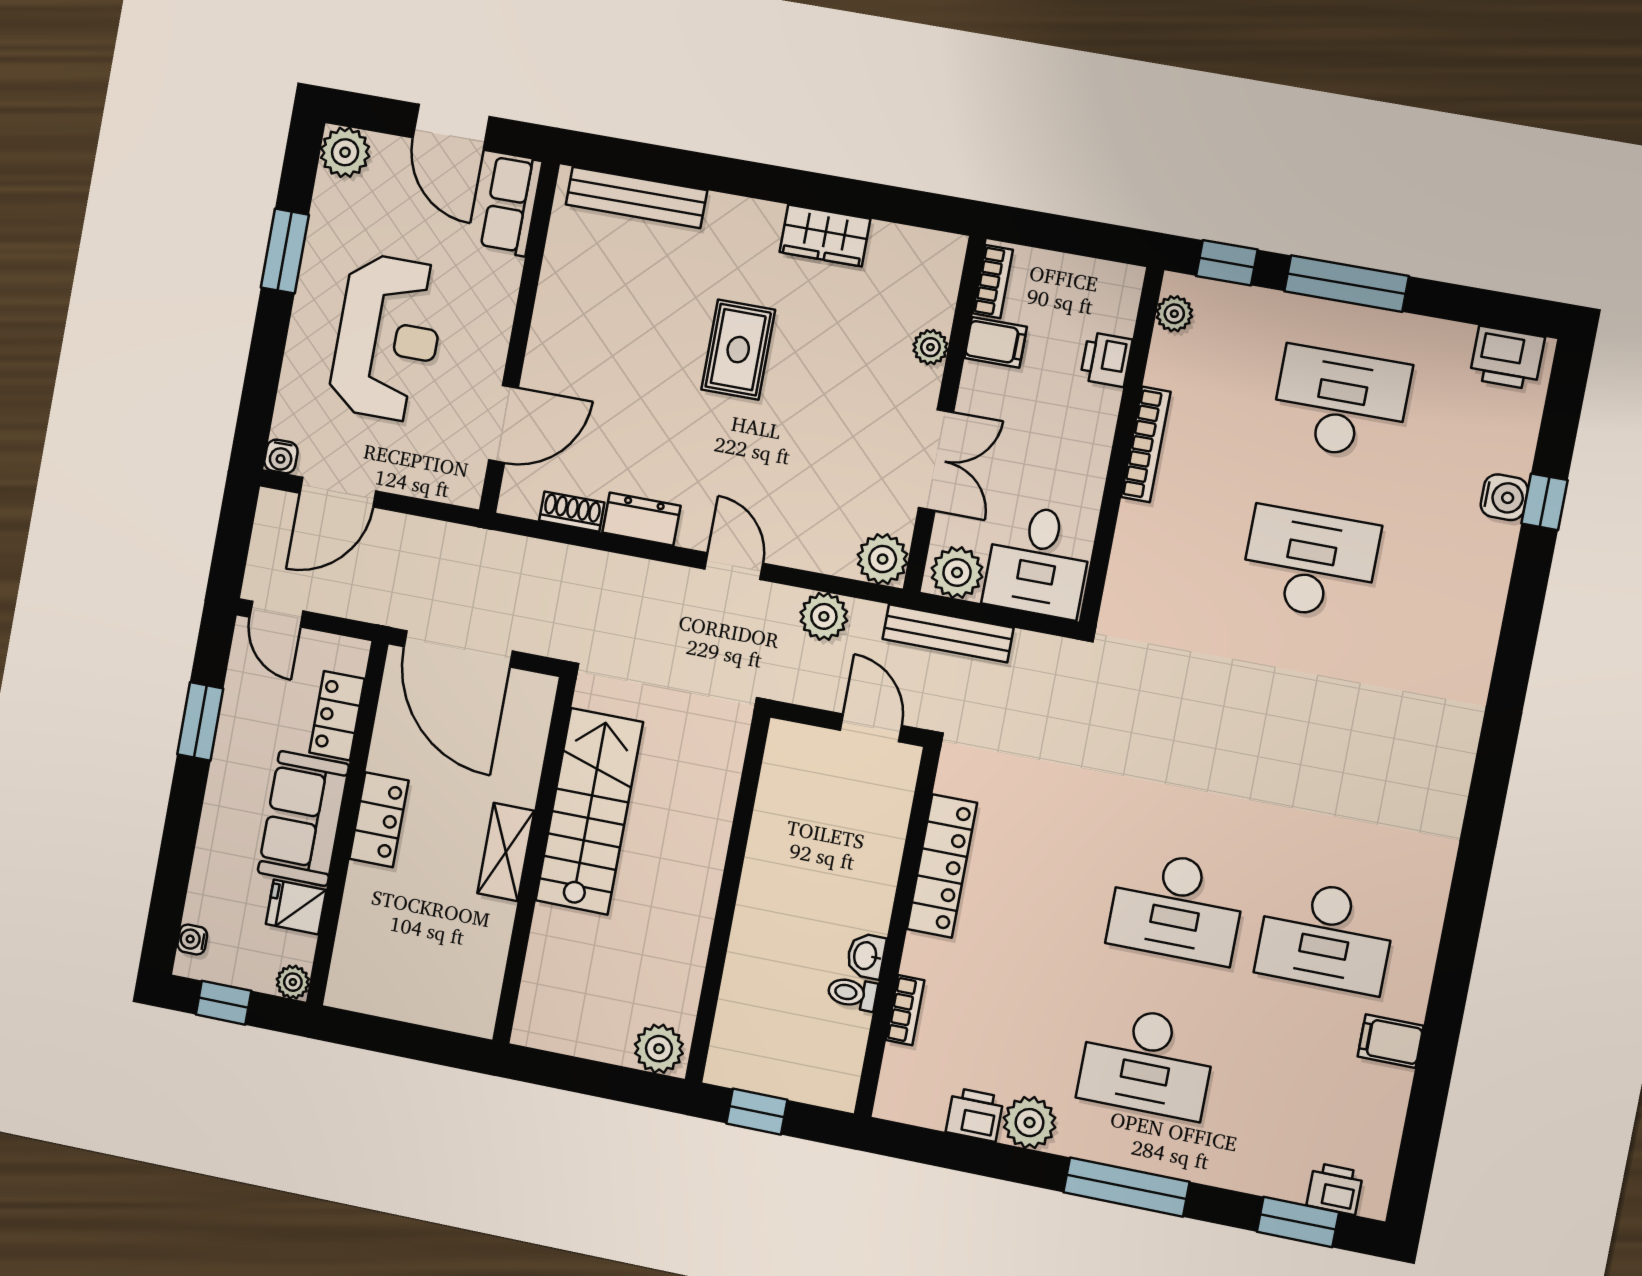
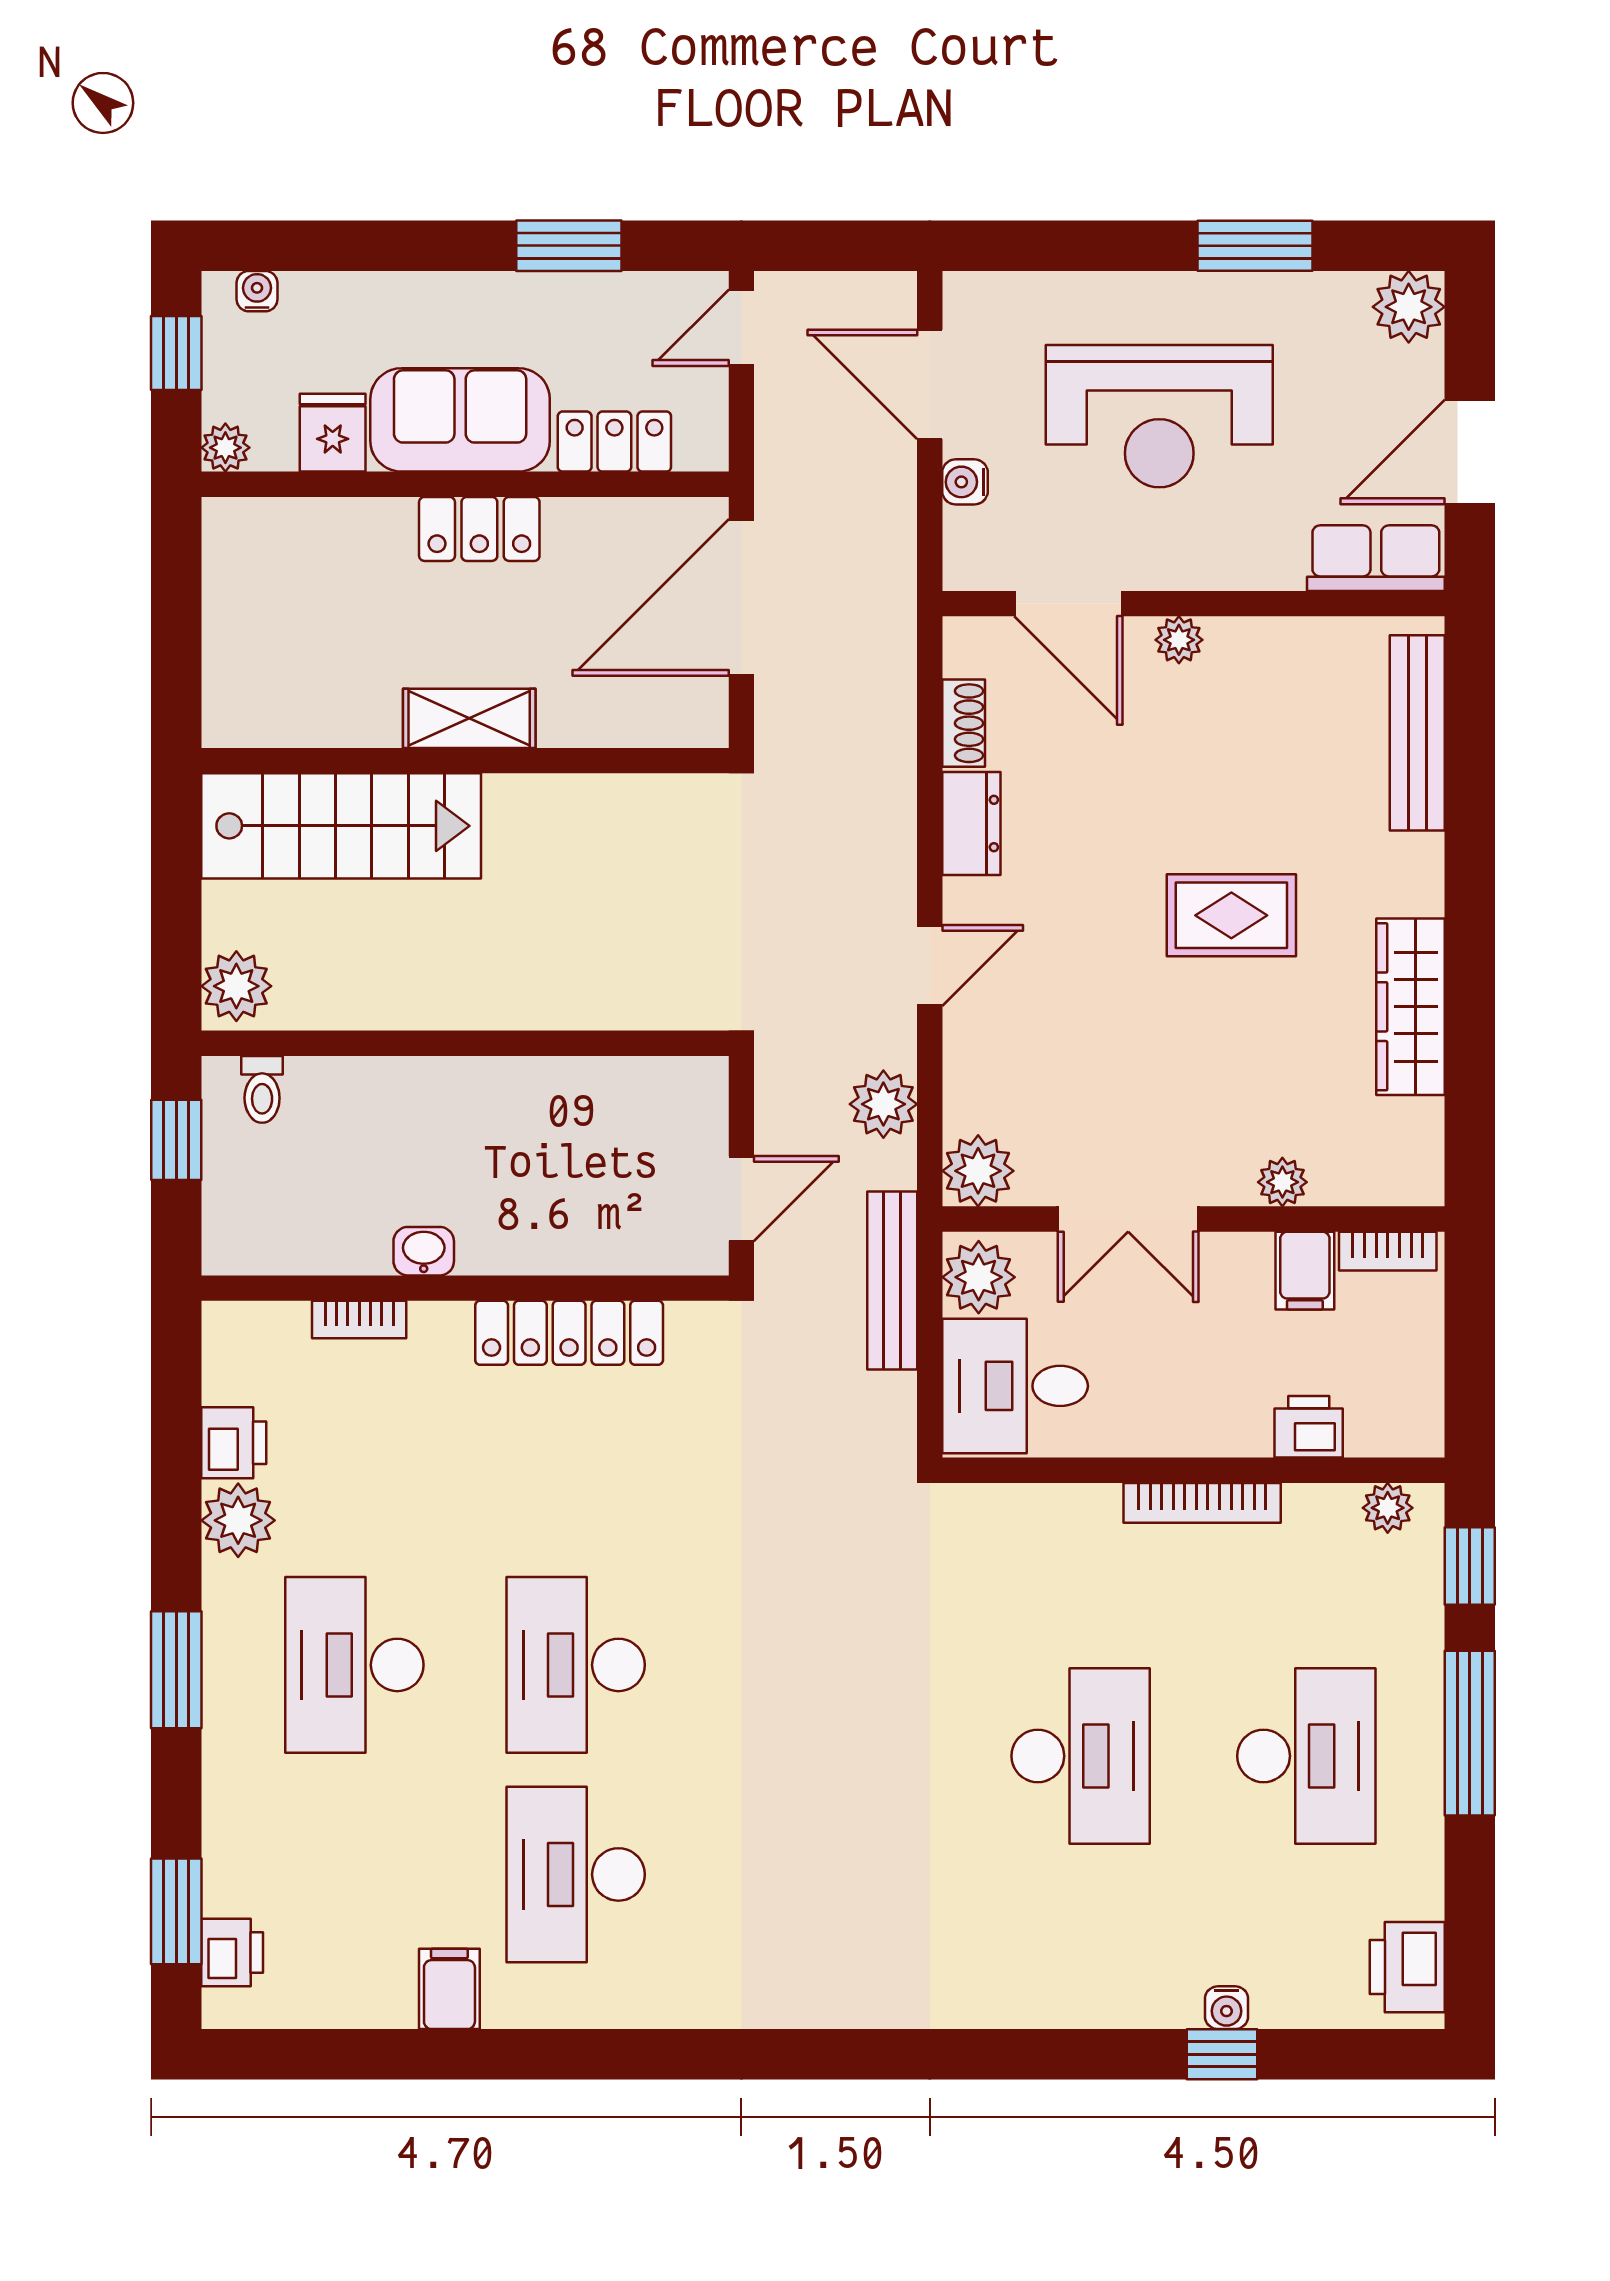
wardrobe: (825, 235) -> (1410, 1007), width x1.50
plant: (542, 352) -> (1179, 640), added
water cooler: (281, 456) -> (965, 482), moved
water cooler: (1504, 497) -> (1226, 2008), width x0.72, depth x0.72
stairs: (589, 811) -> (341, 826), moved
toilet: (852, 993) -> (262, 1089), moved, turned 180
window: (1126, 1187) -> (176, 1670), width x0.69

